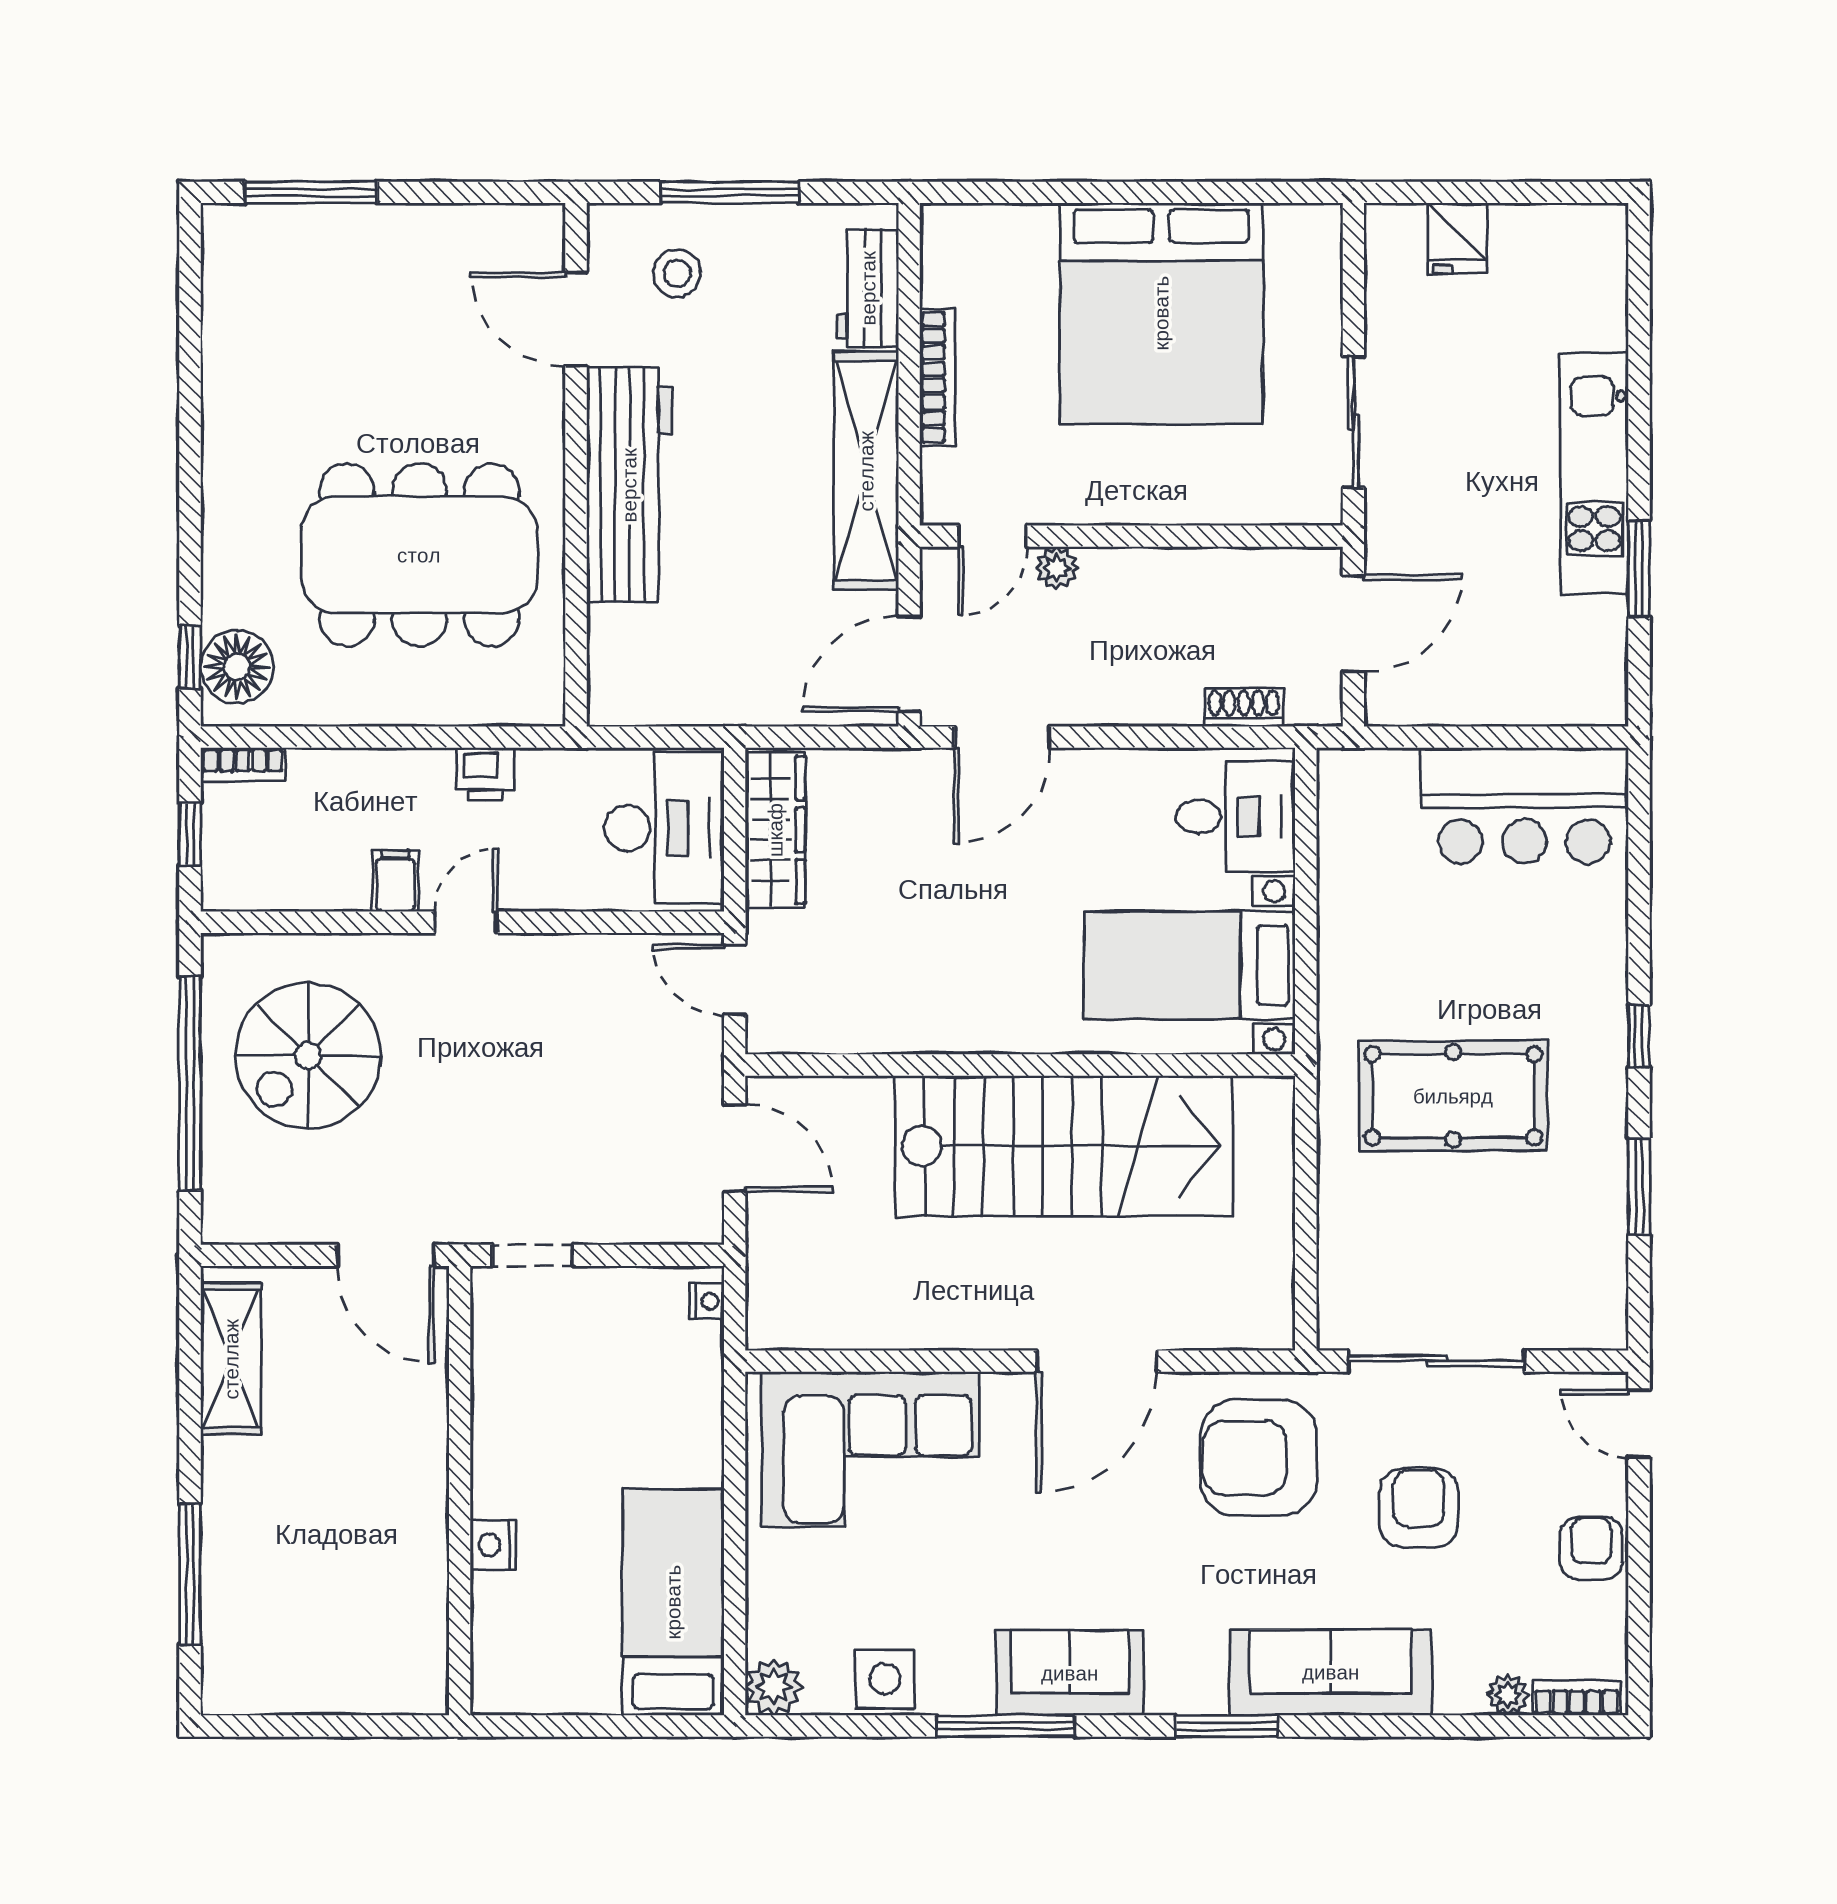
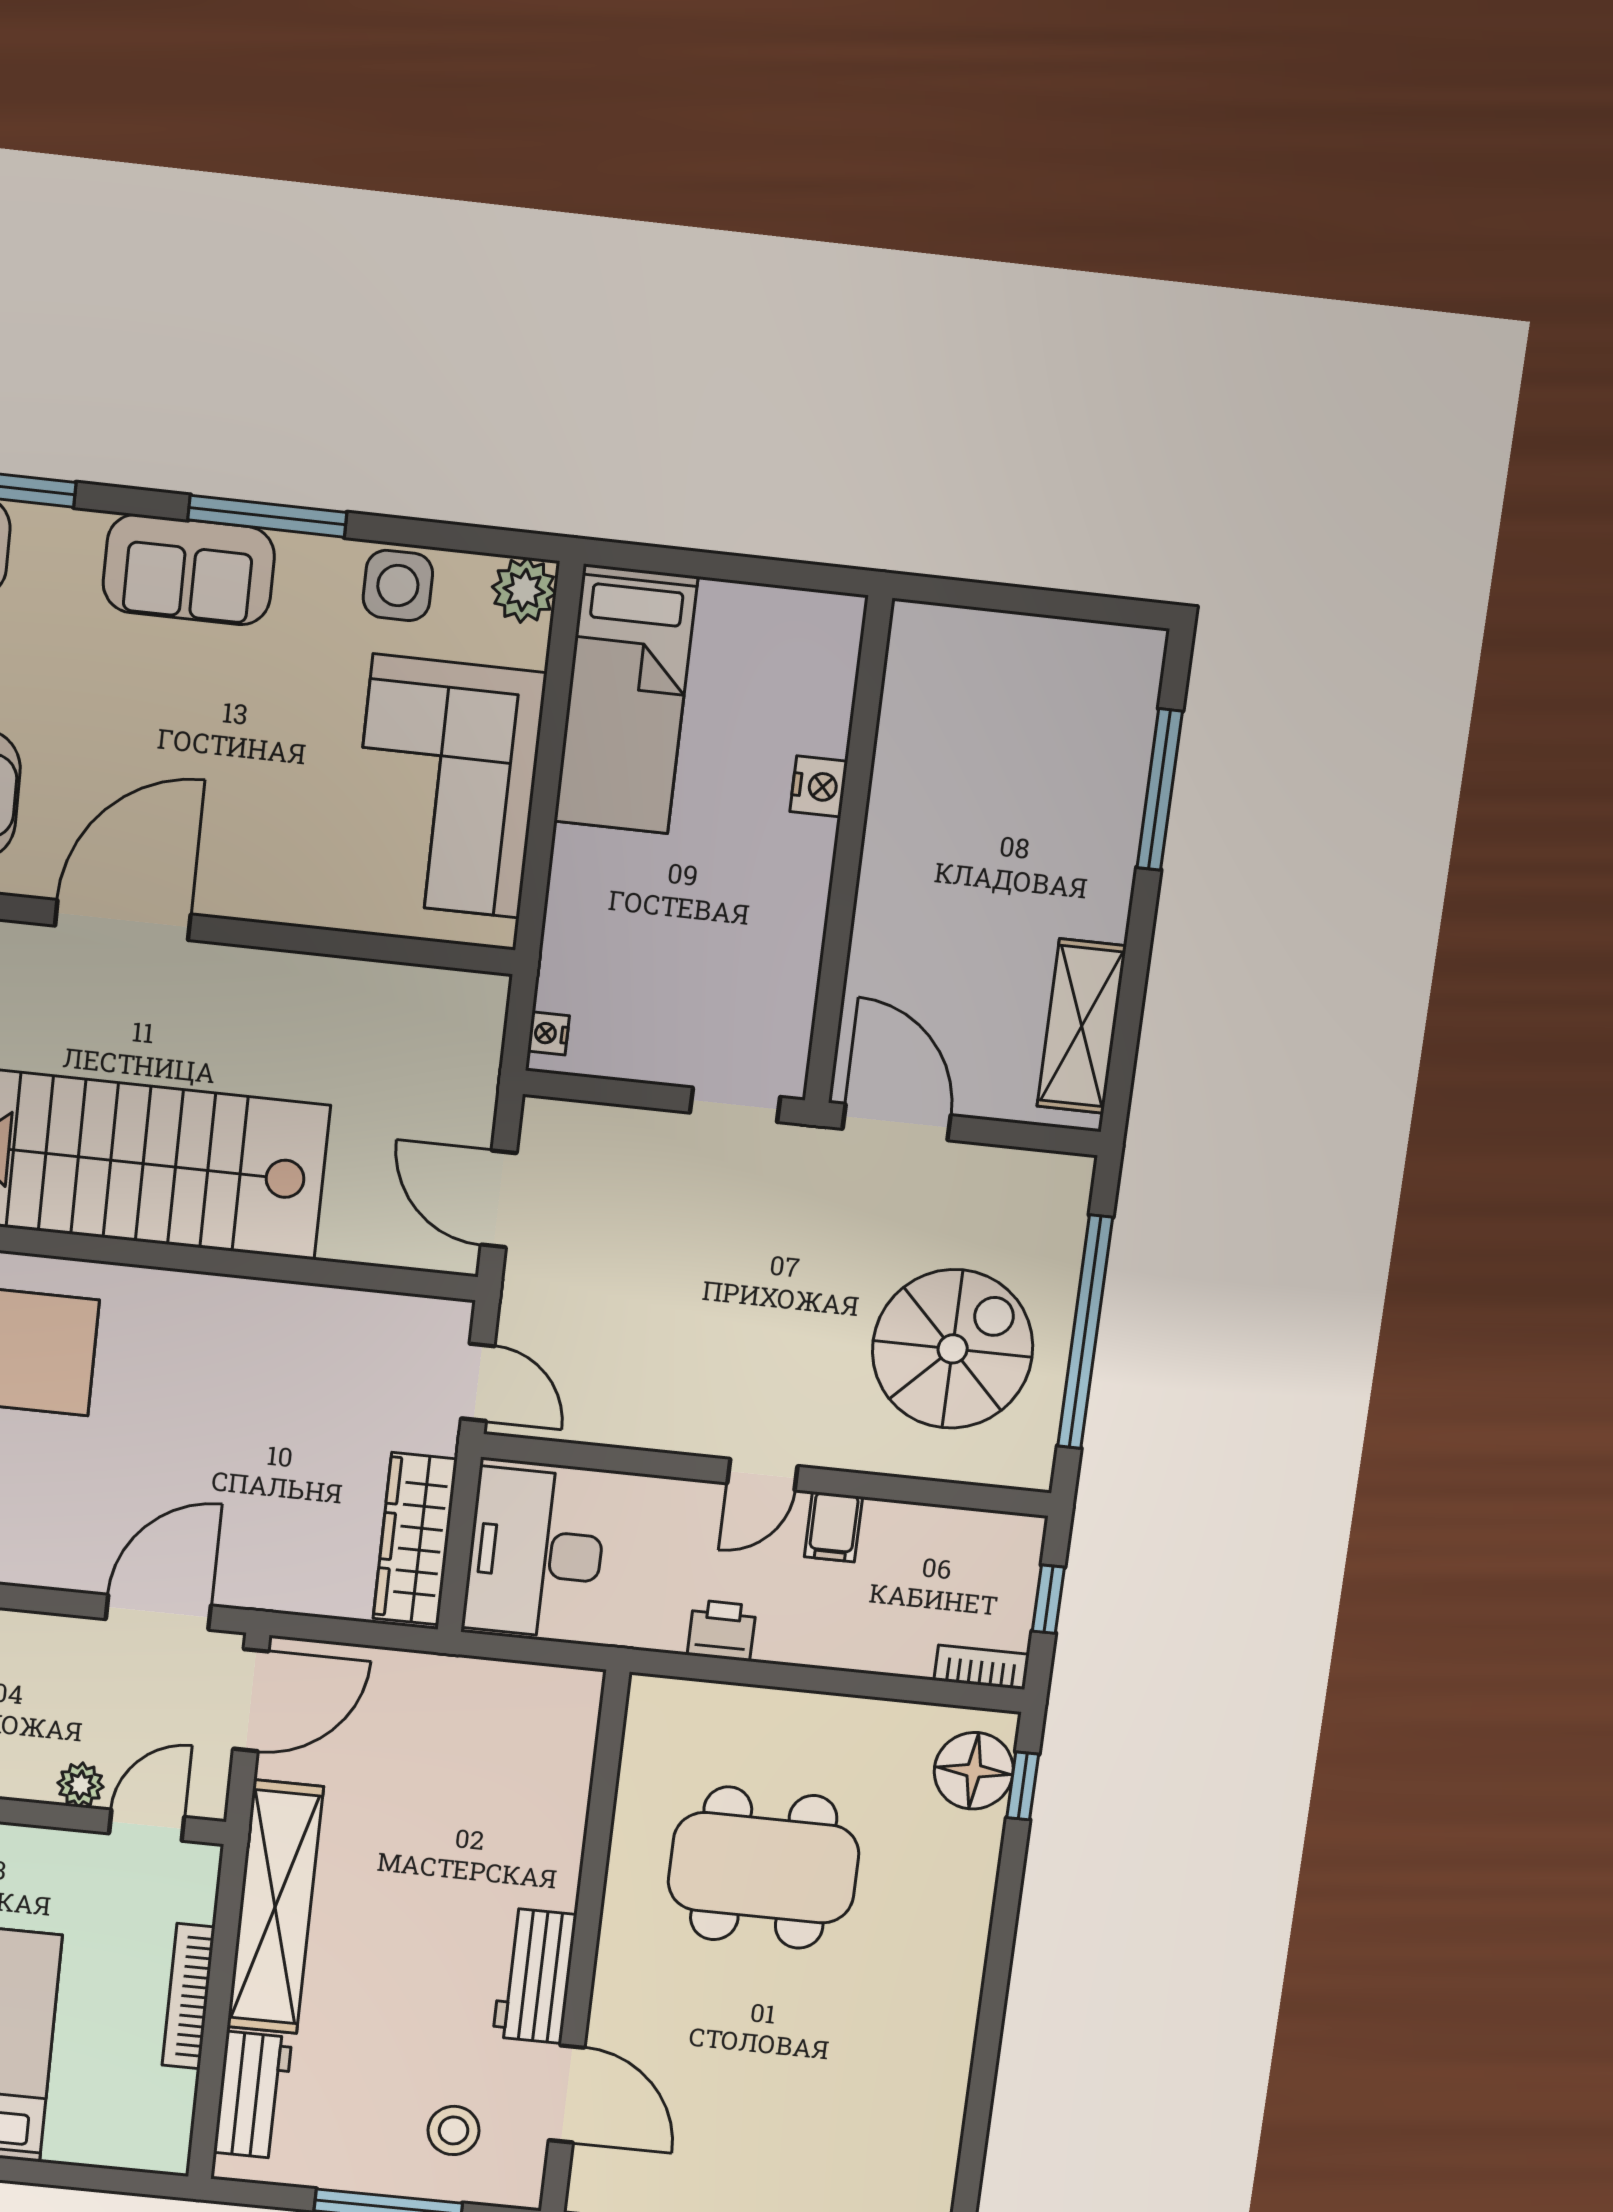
workbench: (629, 485) -> (535, 1976), width x0.53, depth x0.76
dining table: (419, 555) -> (764, 1868), width x0.73, depth x0.80
corner sofa: (870, 1449) -> (446, 786), moved, turned -90

